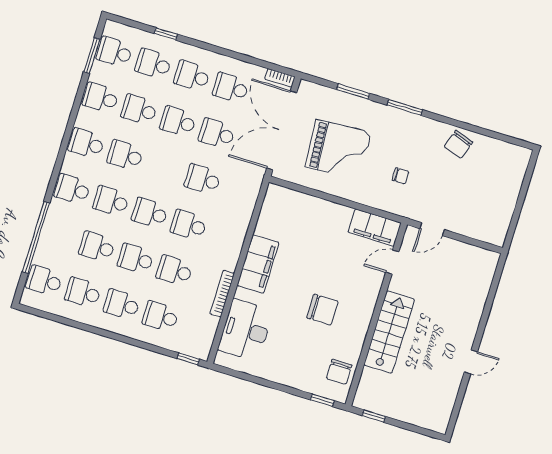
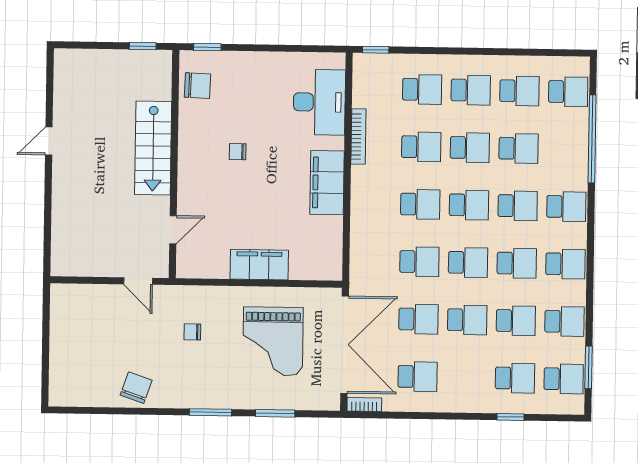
school desk: (192, 76) -> (468, 262), moved
grand piano: (338, 150) -> (273, 341), turned -86
filing cabinet: (375, 228) -> (259, 265), moved
door: (432, 229) -> (138, 281), swing flipped
chair: (322, 310) -> (238, 152), width x0.54, depth x0.54
chair: (339, 372) -> (197, 86), turned 92

